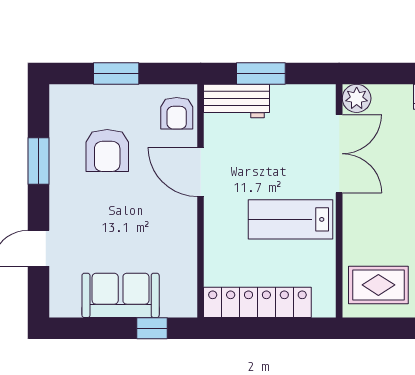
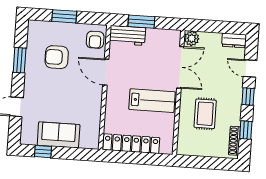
armchair: (107, 150) -> (57, 57), turned 90
lab bench: (291, 219) -> (152, 101), turned 180
rug: (378, 285) -> (205, 114), moved, turned 90
window: (152, 328) -> (43, 152), moved

